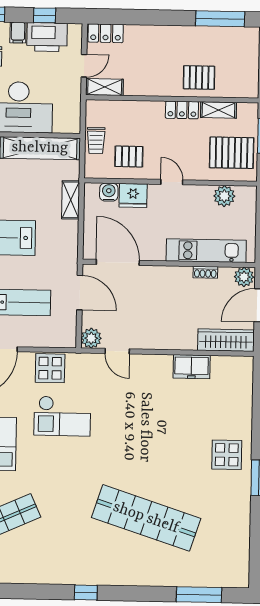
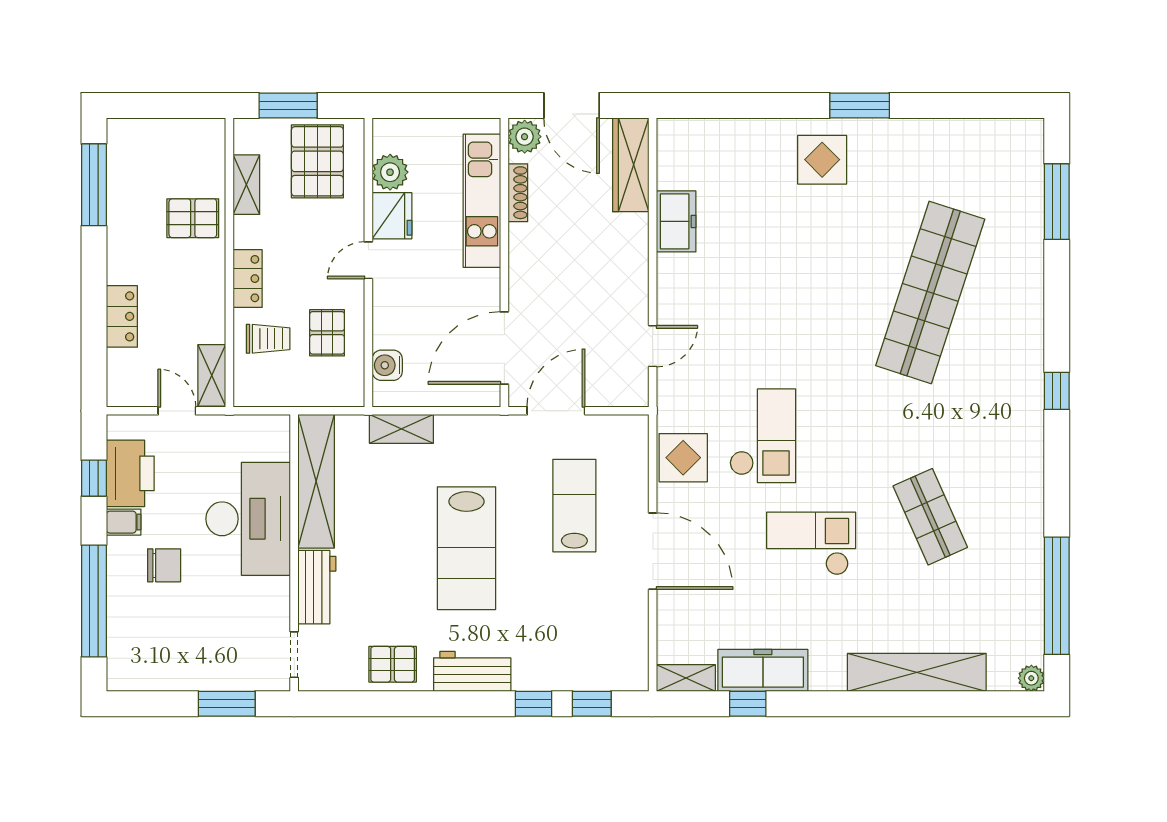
locker: (106, 33) -> (122, 316), moved
pallet: (199, 77) -> (193, 218), turned 90
locker: (182, 110) -> (248, 279), moved
trolley: (96, 141) -> (268, 339), moved
fridge: (133, 195) -> (392, 216), moved
shoe rack: (205, 272) -> (518, 193), width x1.43
plant: (91, 338) -> (632, 390), removed

